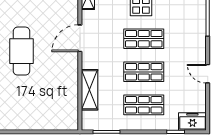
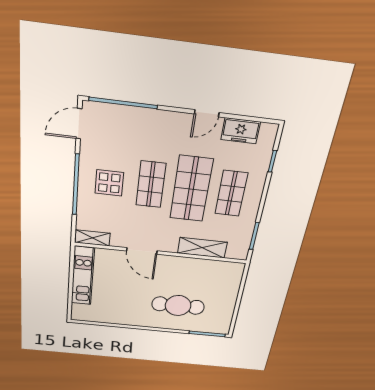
cafe table: (22, 51) -> (178, 306), moved
shop shelf: (144, 72) -> (191, 189), width x1.43, depth x1.36
freezer: (192, 122) -> (241, 131), moved, turned -90

